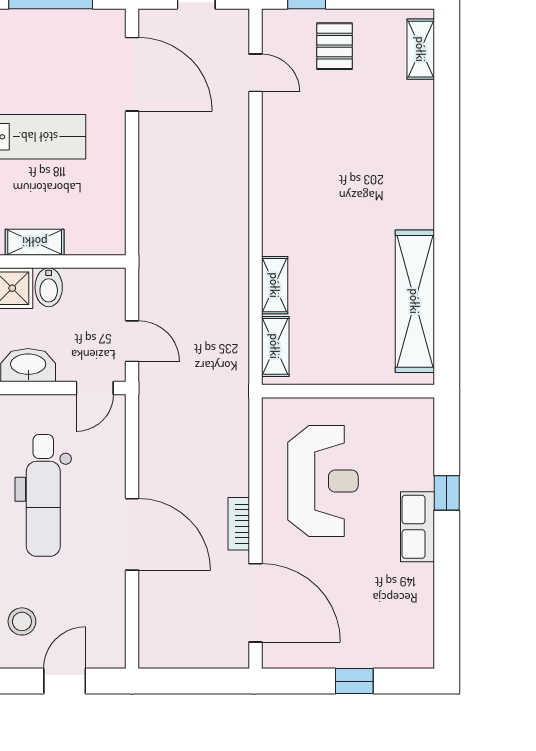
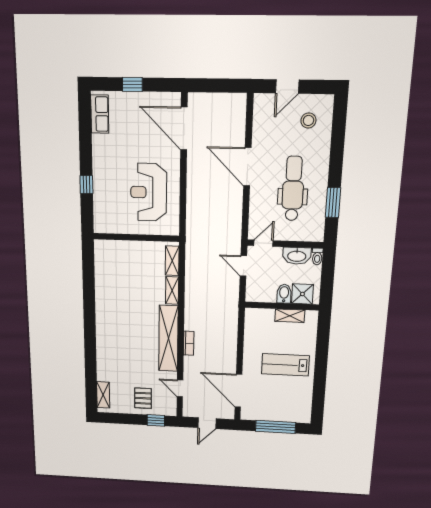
shelving: (415, 301) -> (168, 339), moved
bookcase: (239, 524) -> (189, 343), moved
row of seats: (418, 527) -> (100, 114), moved

